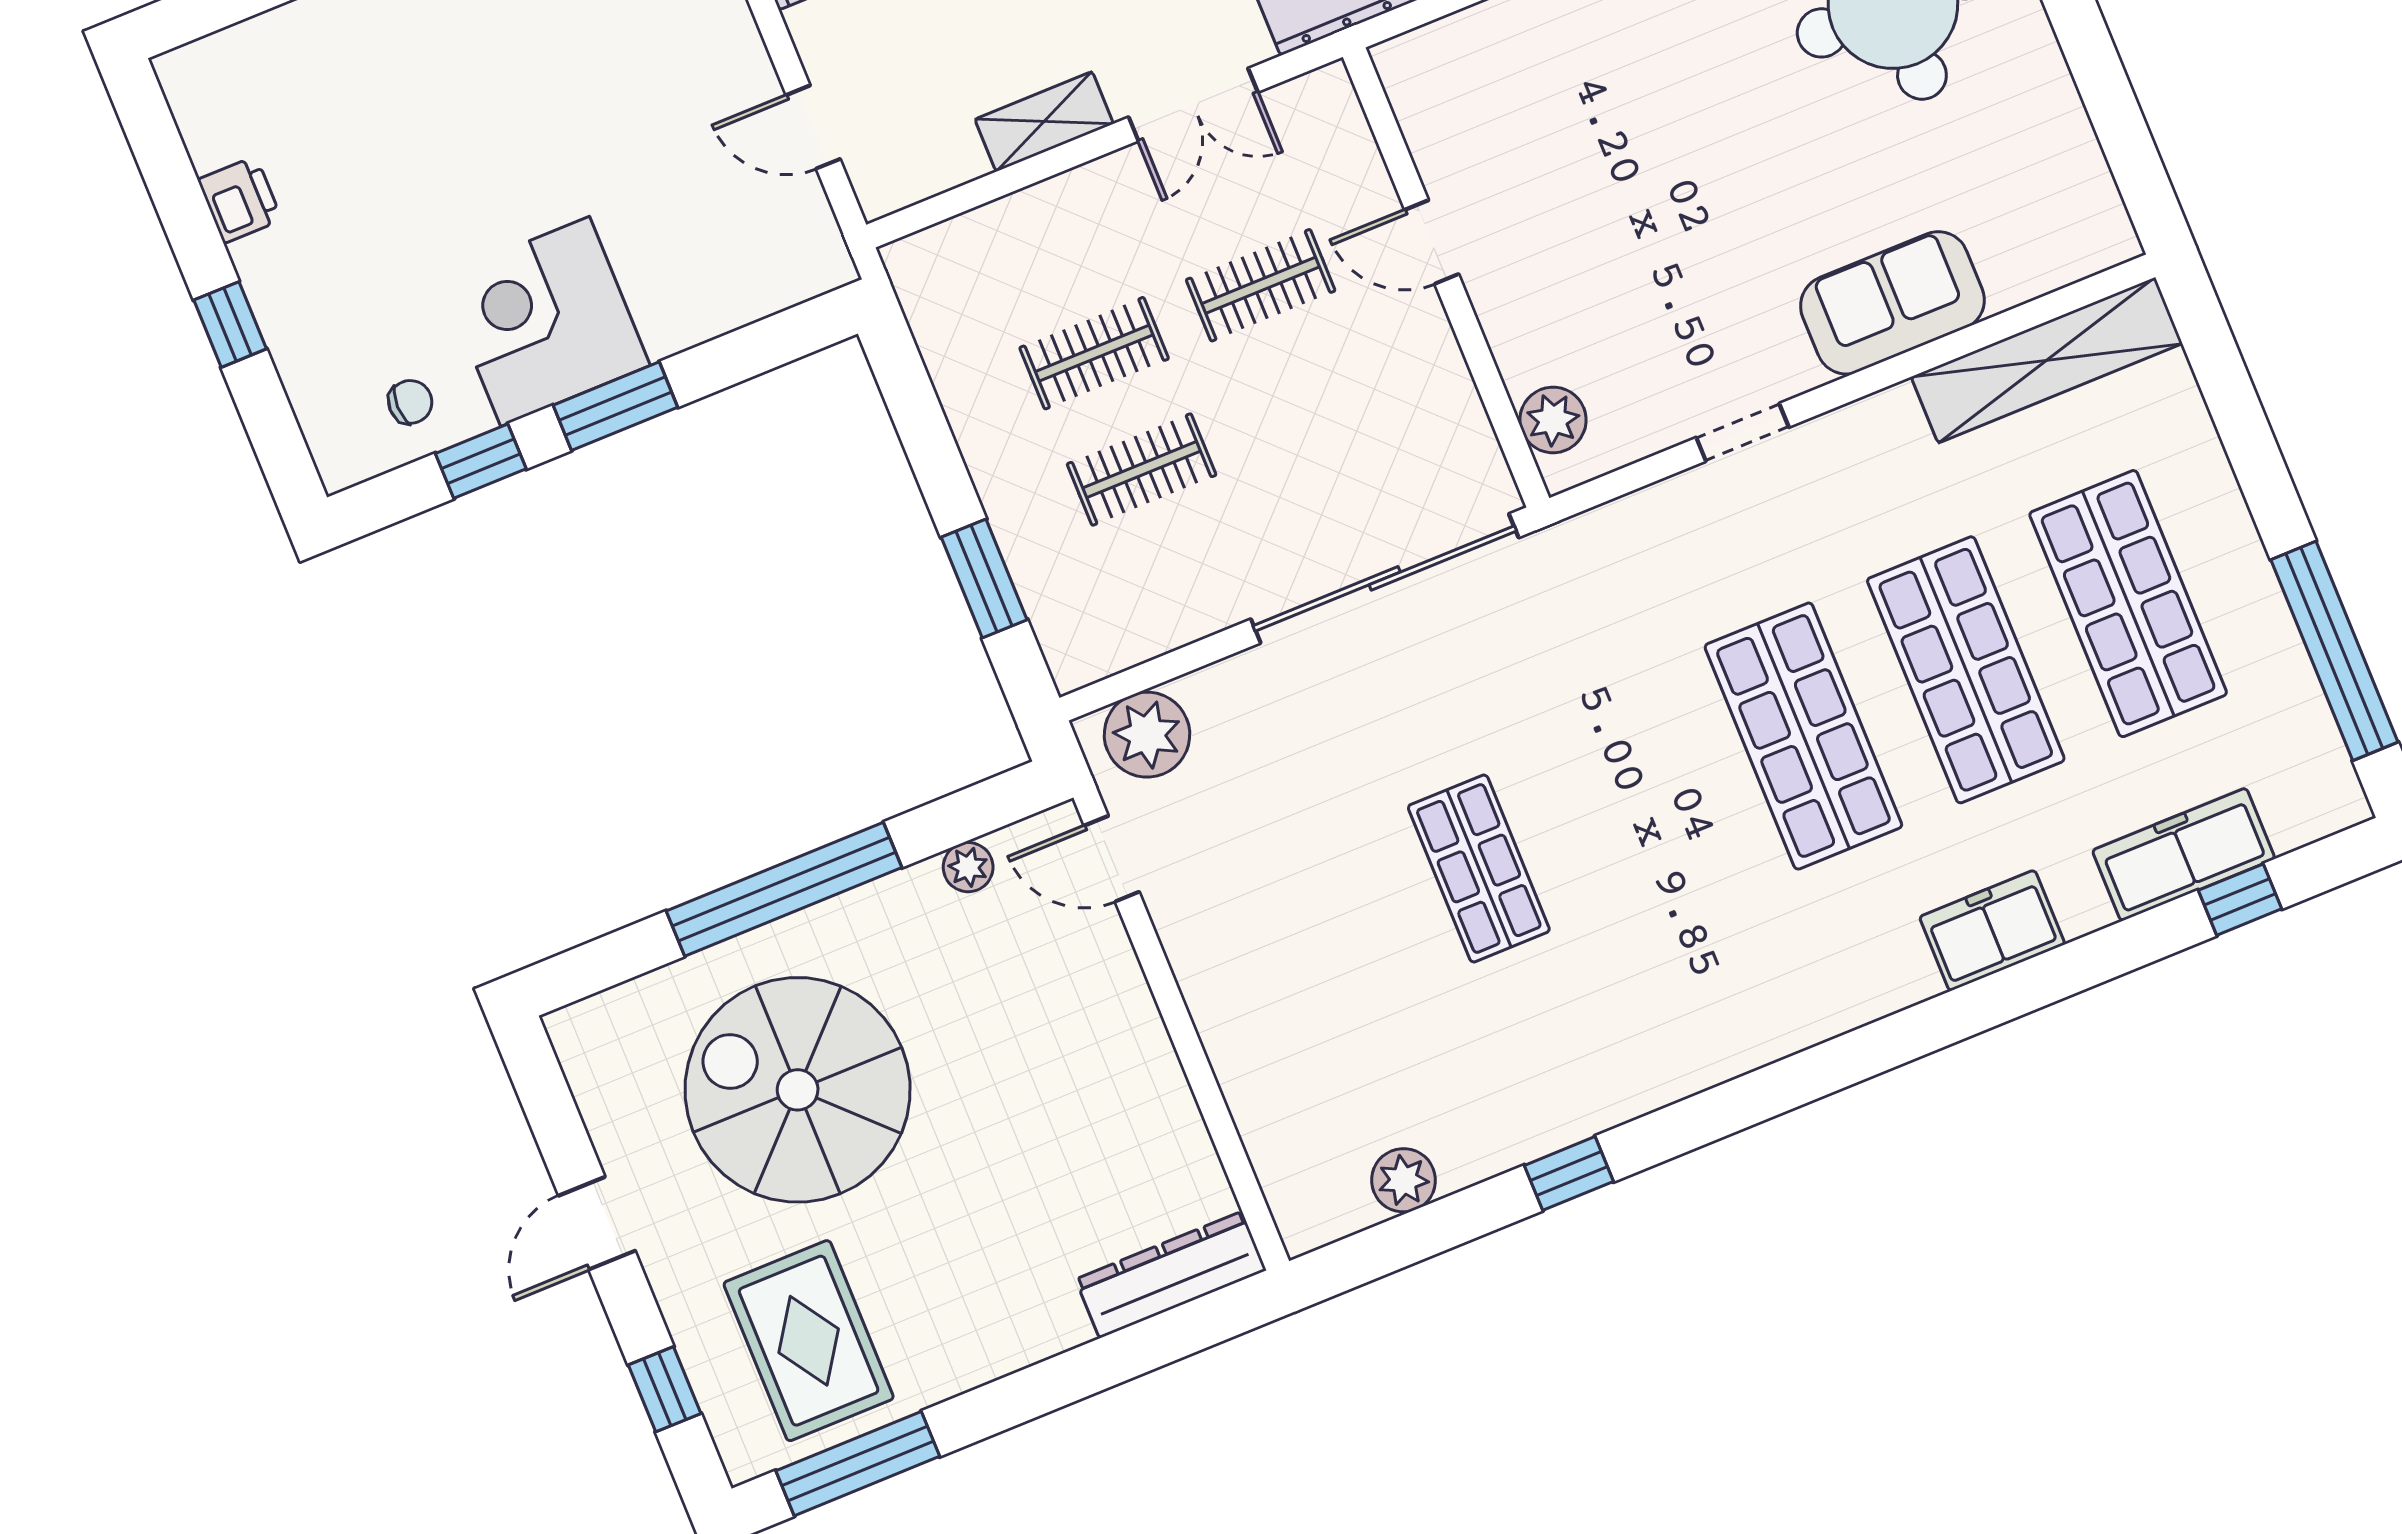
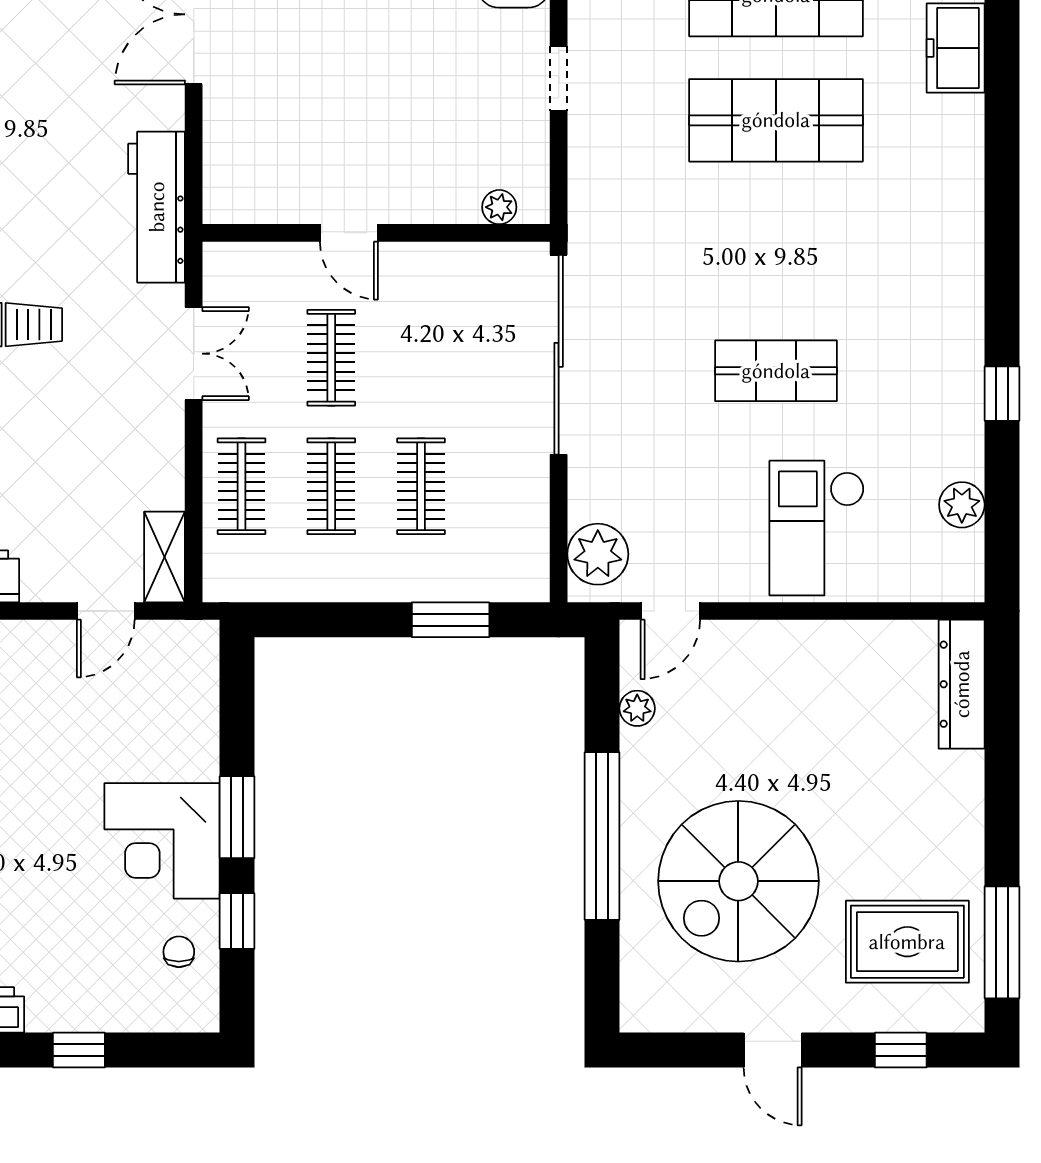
shelving: (1044, 122) -> (164, 557), moved
clothes rail: (1047, 237) -> (241, 486), added
door: (1432, 242) -> (349, 233), hinge flipped
plant: (1553, 420) -> (499, 207), width x0.73, depth x0.73
checkout: (1297, 1005) -> (817, 528), added

